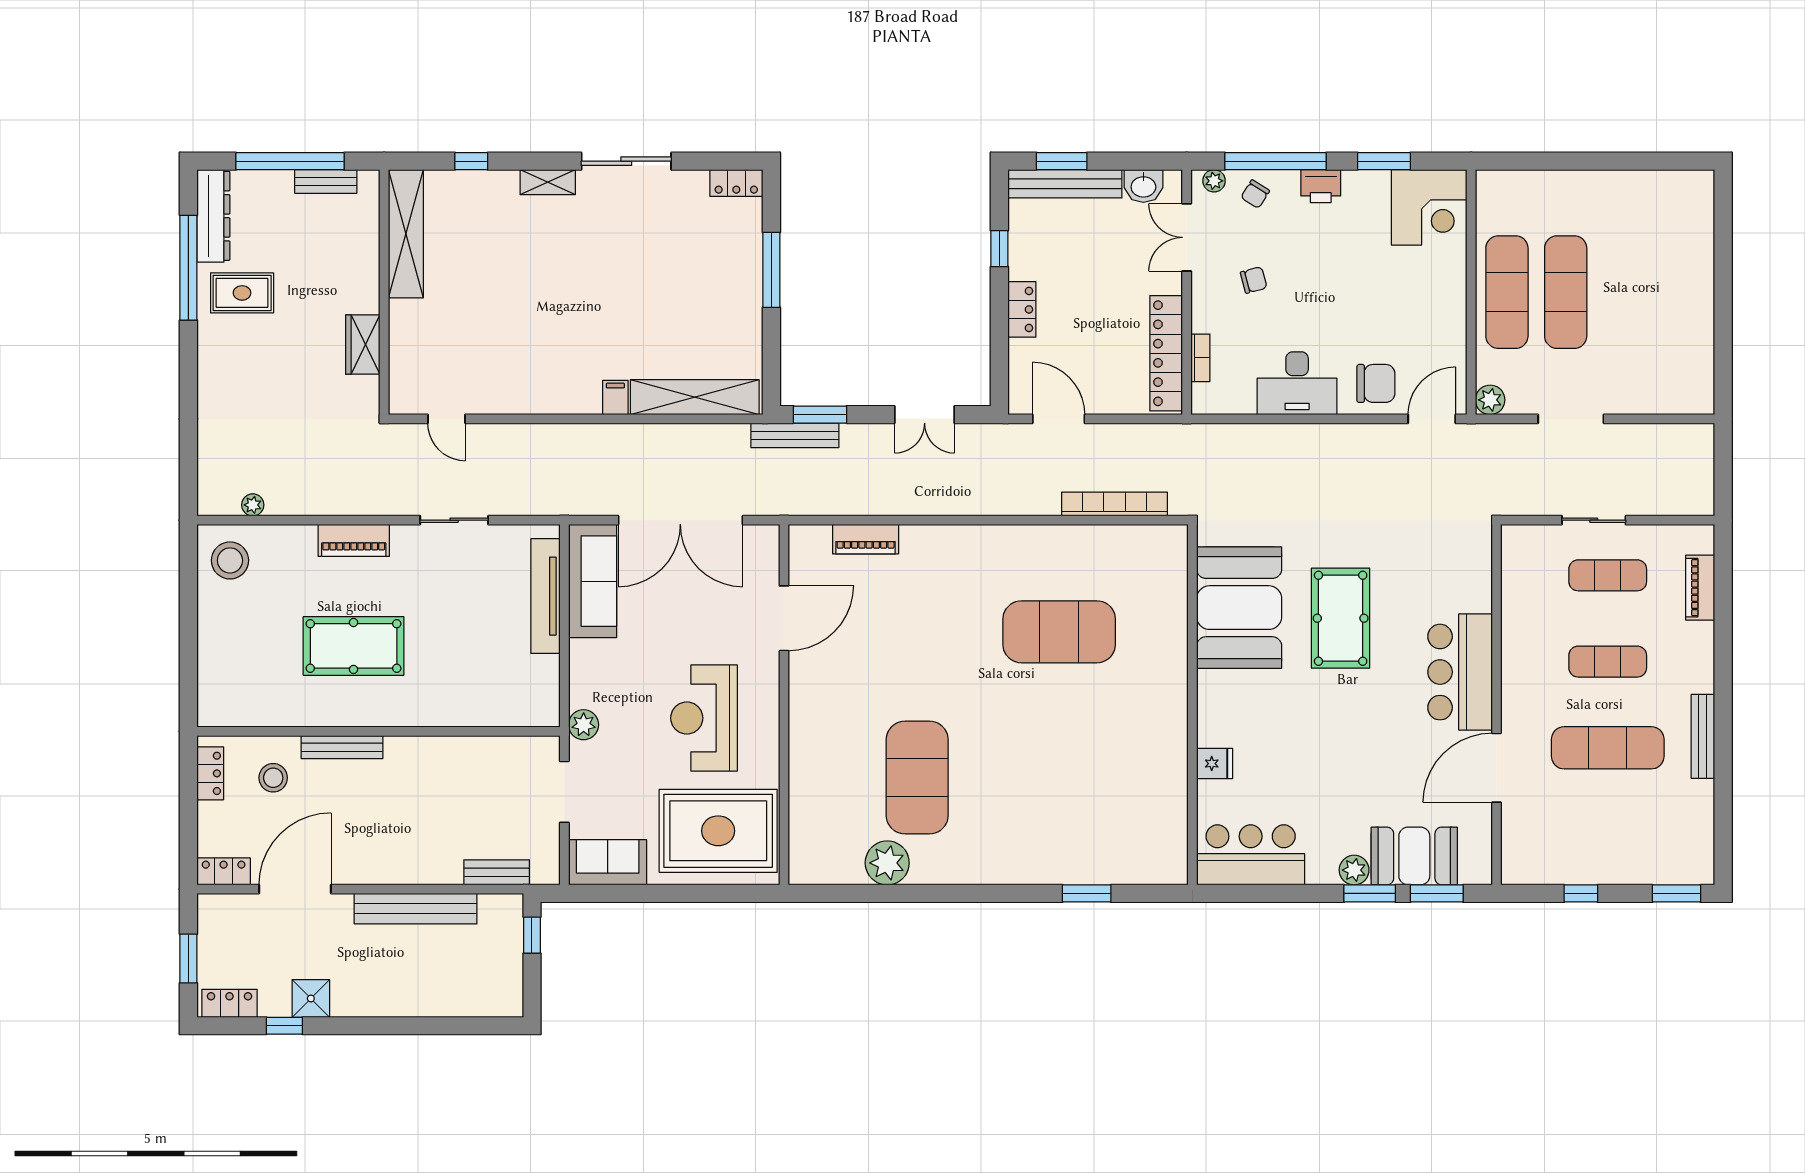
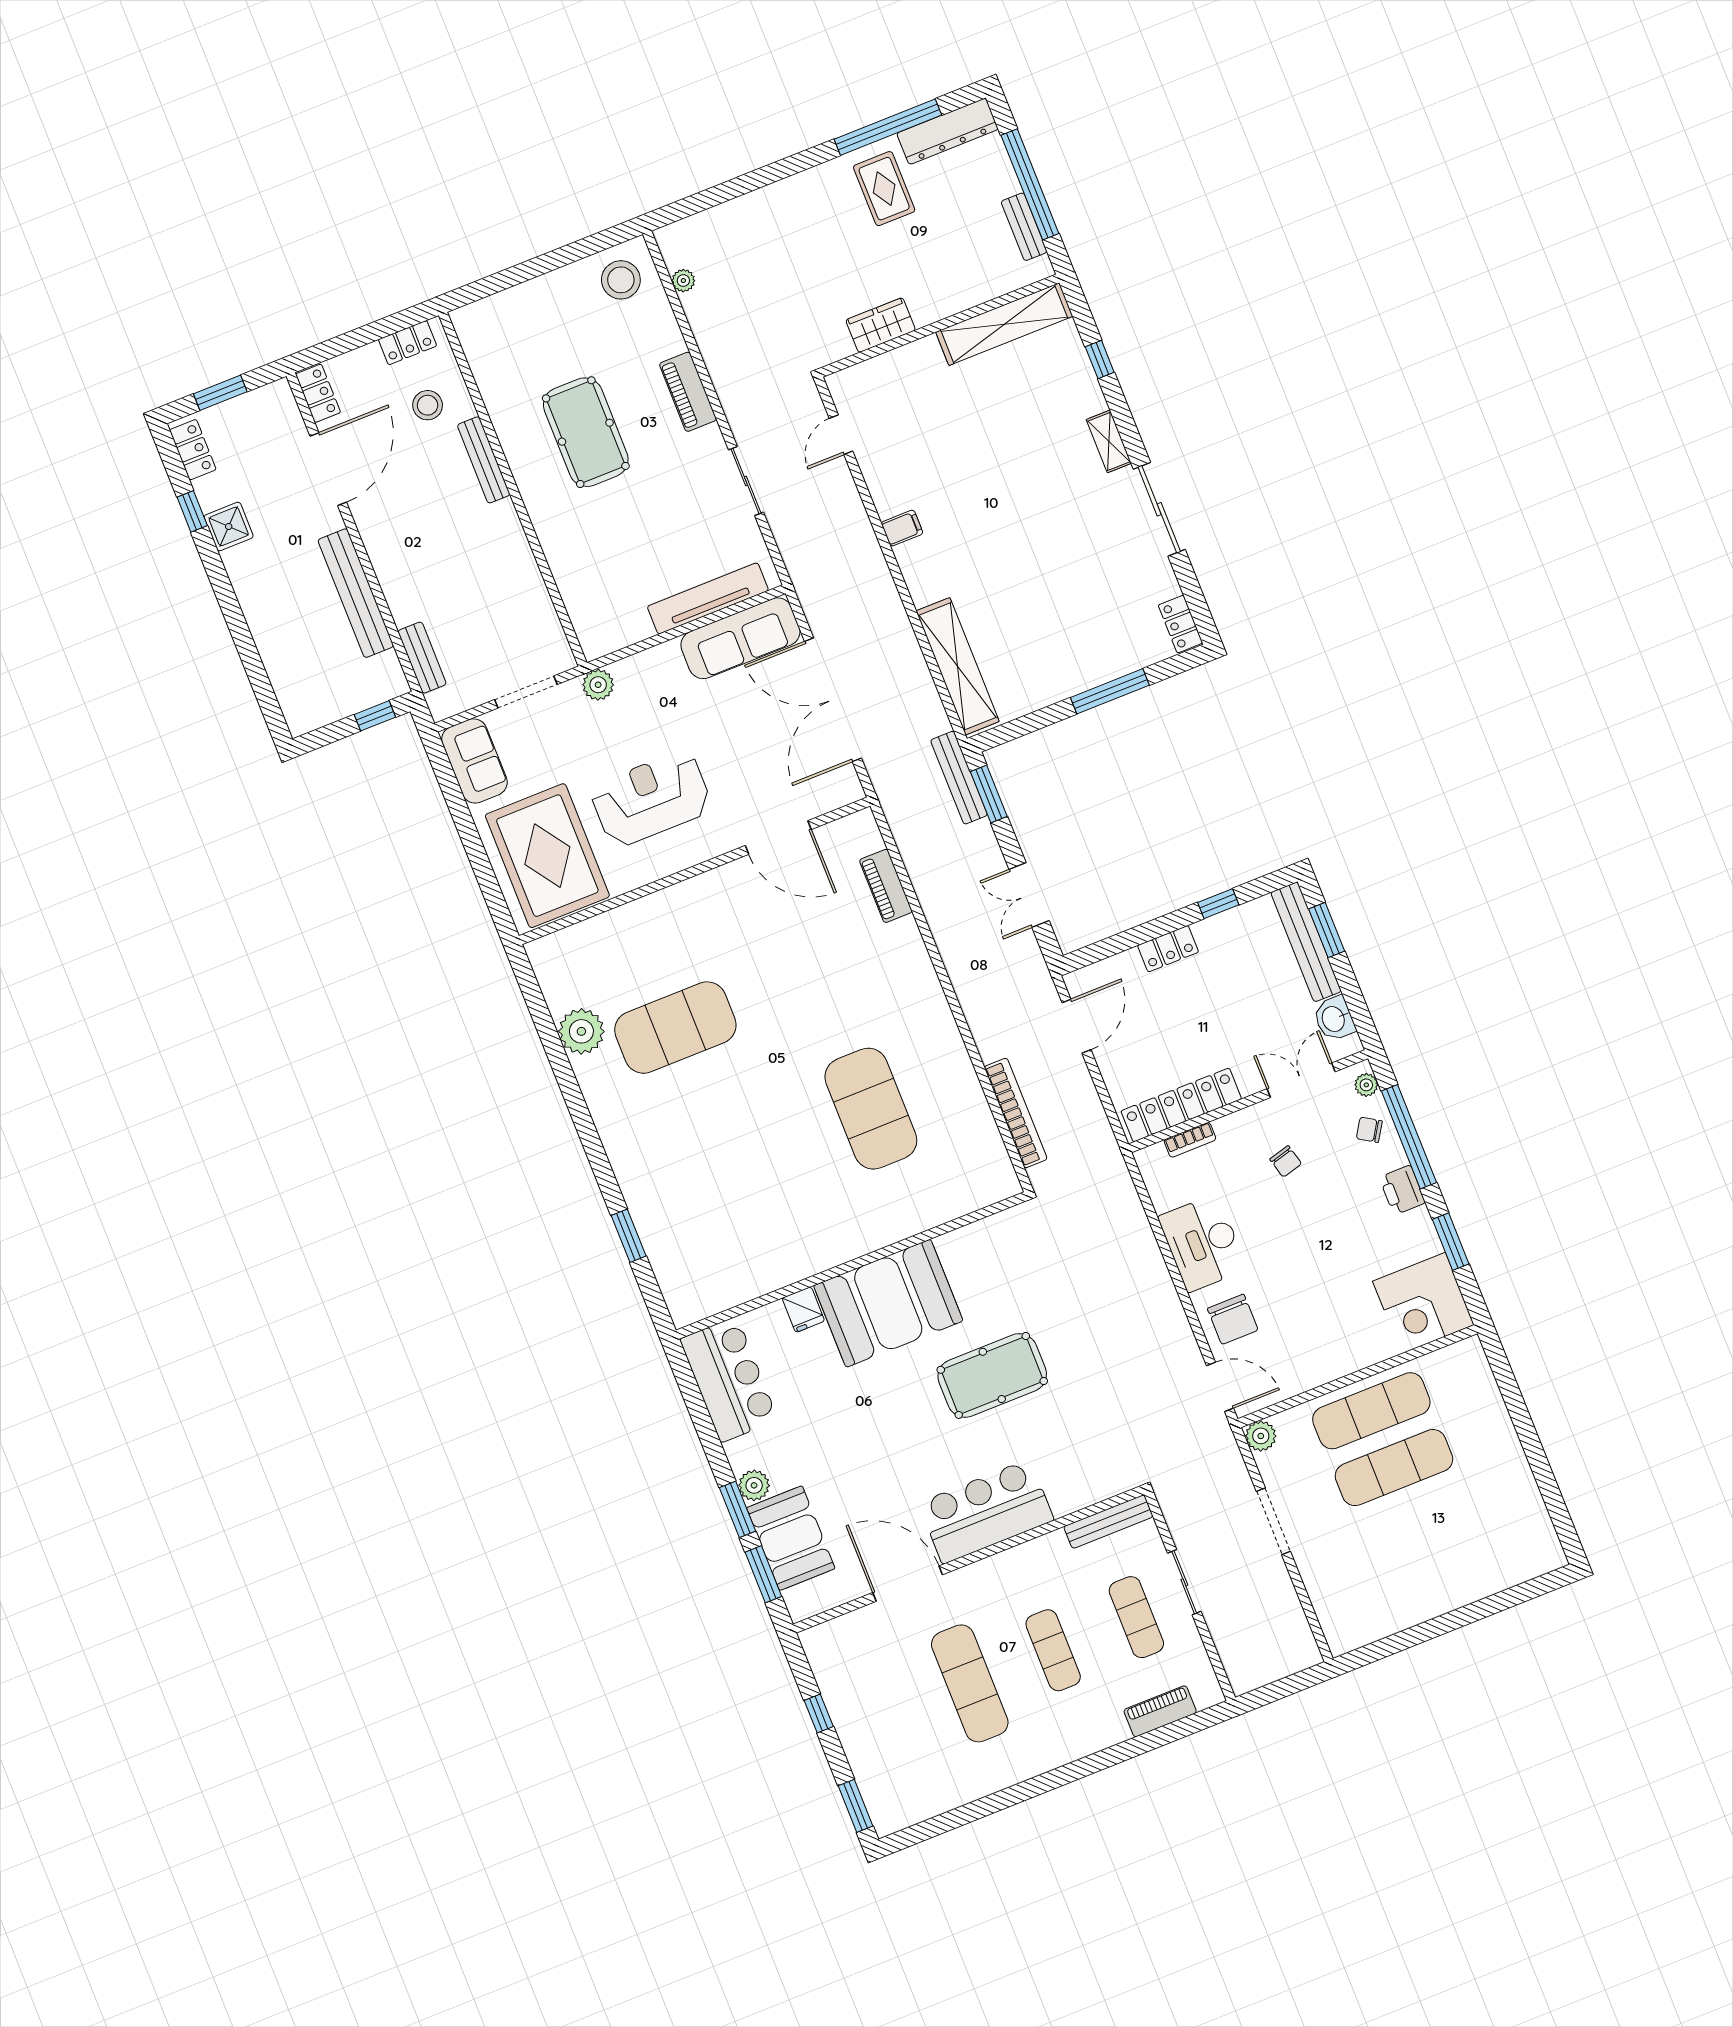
filing cabinet: (615, 398) -> (902, 528), moved
booth: (1239, 608) -> (888, 1303), moved
bench: (1703, 736) -> (1108, 1522), moved
door: (295, 889) -> (328, 469), hinge flipped

